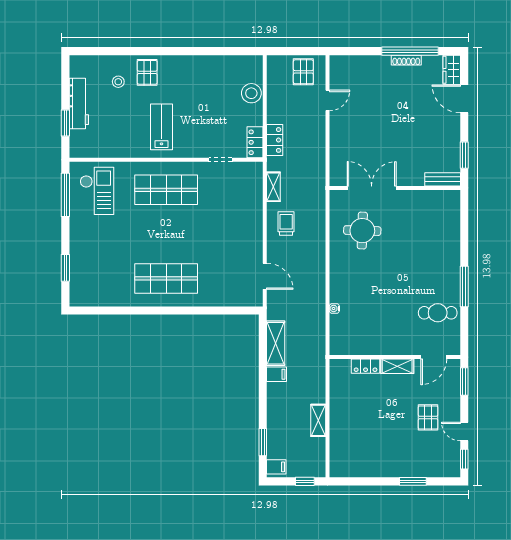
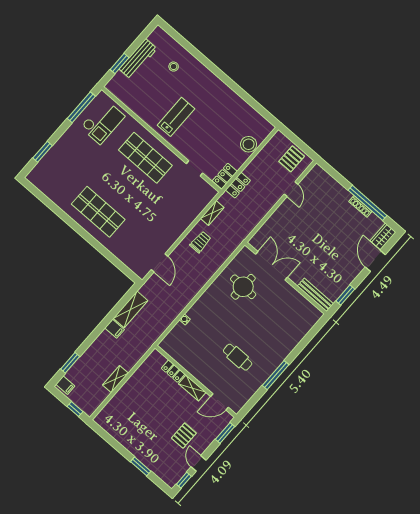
pallet: (147, 72) -> (196, 76), removed
door: (327, 100) -> (291, 189), hinge flipped
bench: (443, 179) -> (315, 295), width x1.36
cafe table: (438, 313) -> (238, 357), moved

